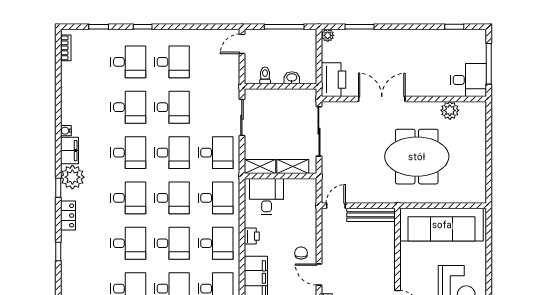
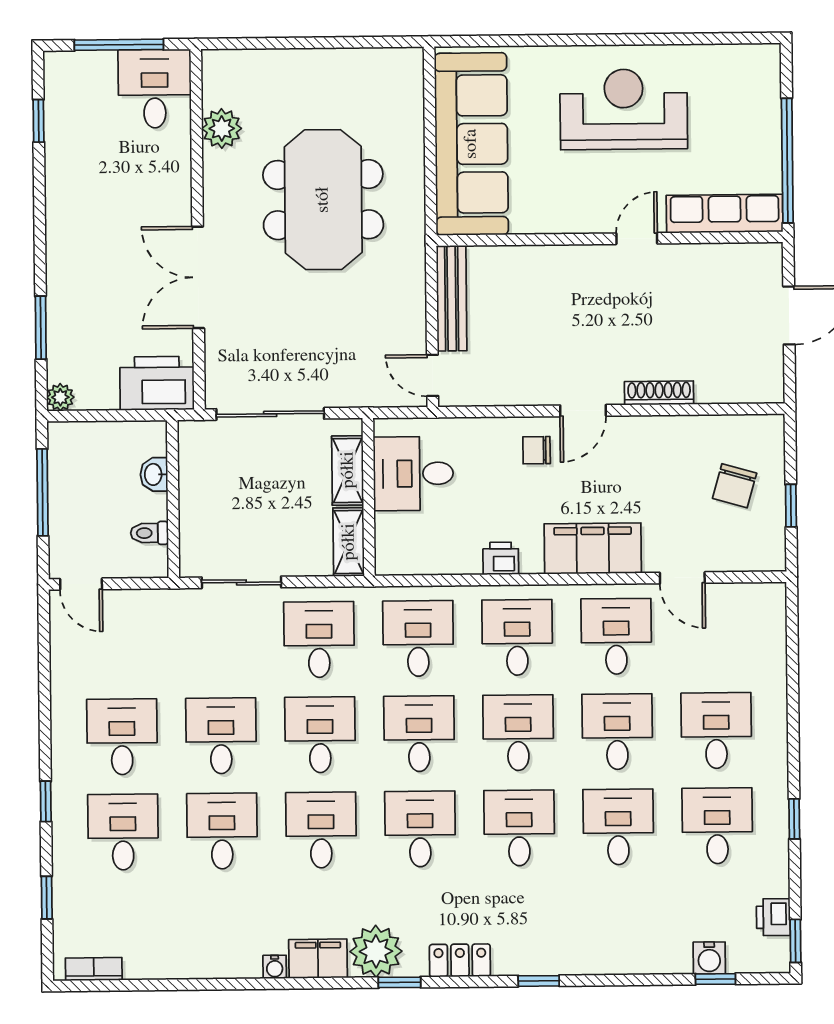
desk: (267, 196) -> (413, 474), moved

